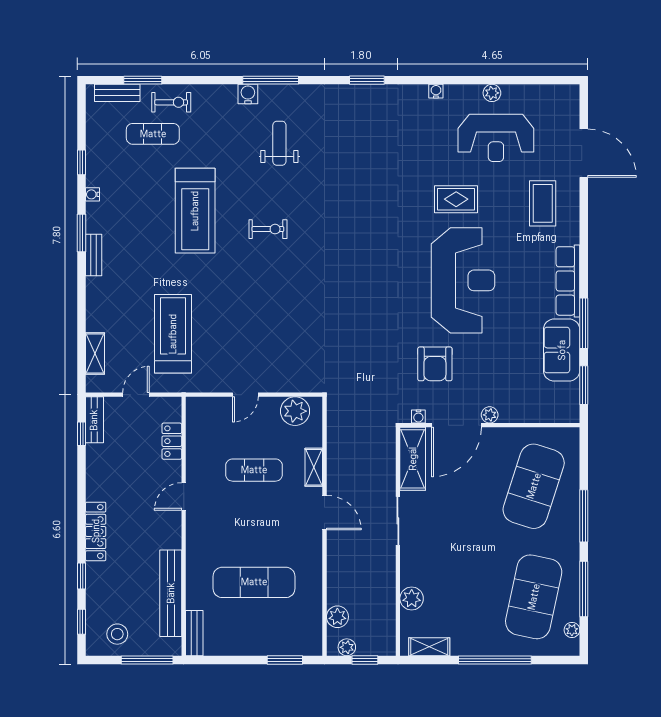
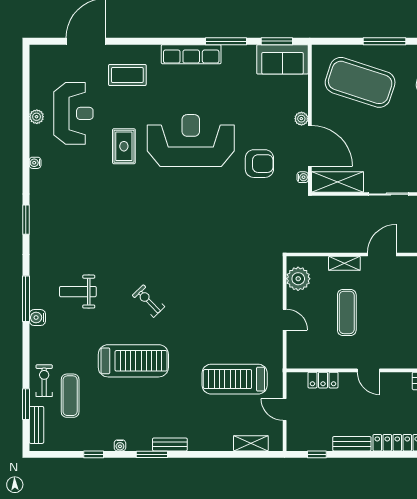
exercise bike: (268, 229) -> (148, 301), turned -44
sofa: (562, 350) -> (282, 59), moved
bench: (94, 420) -> (352, 444), moved

